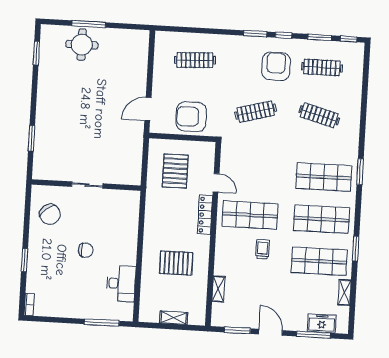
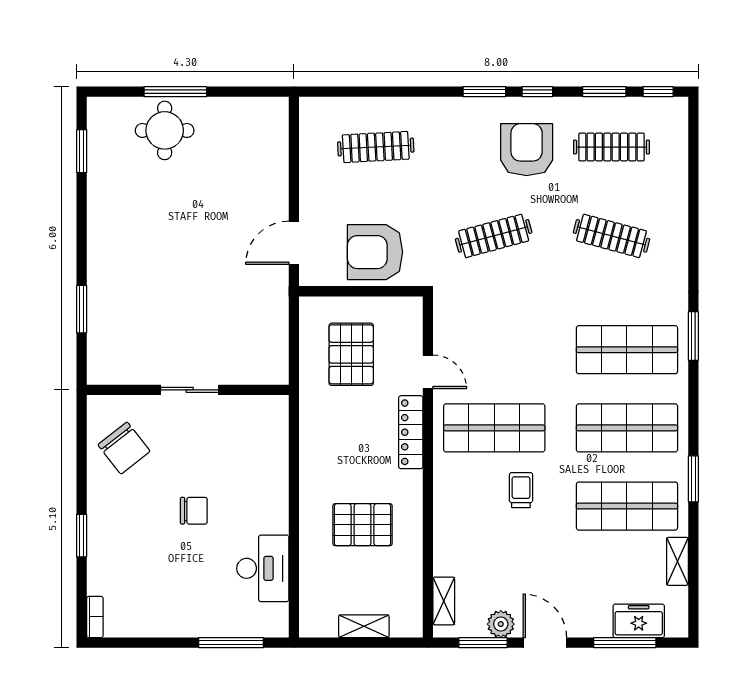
shelving: (218, 289) -> (444, 601), moved
plant: (247, 321) -> (501, 624), added

